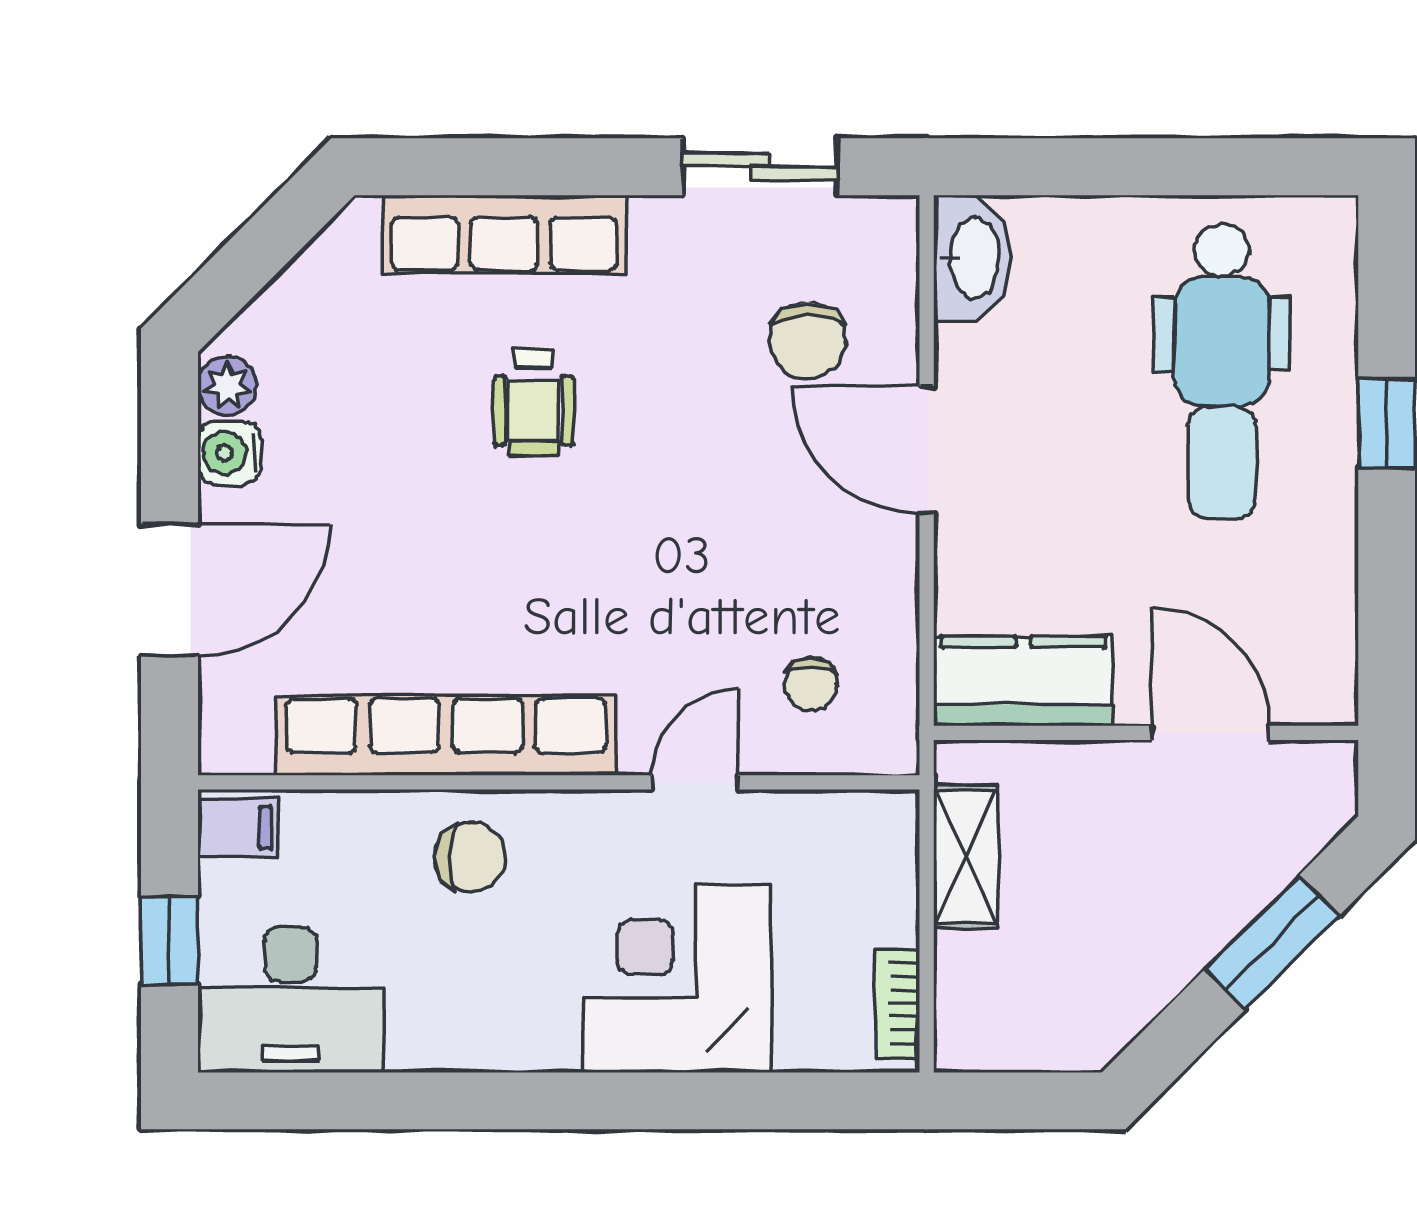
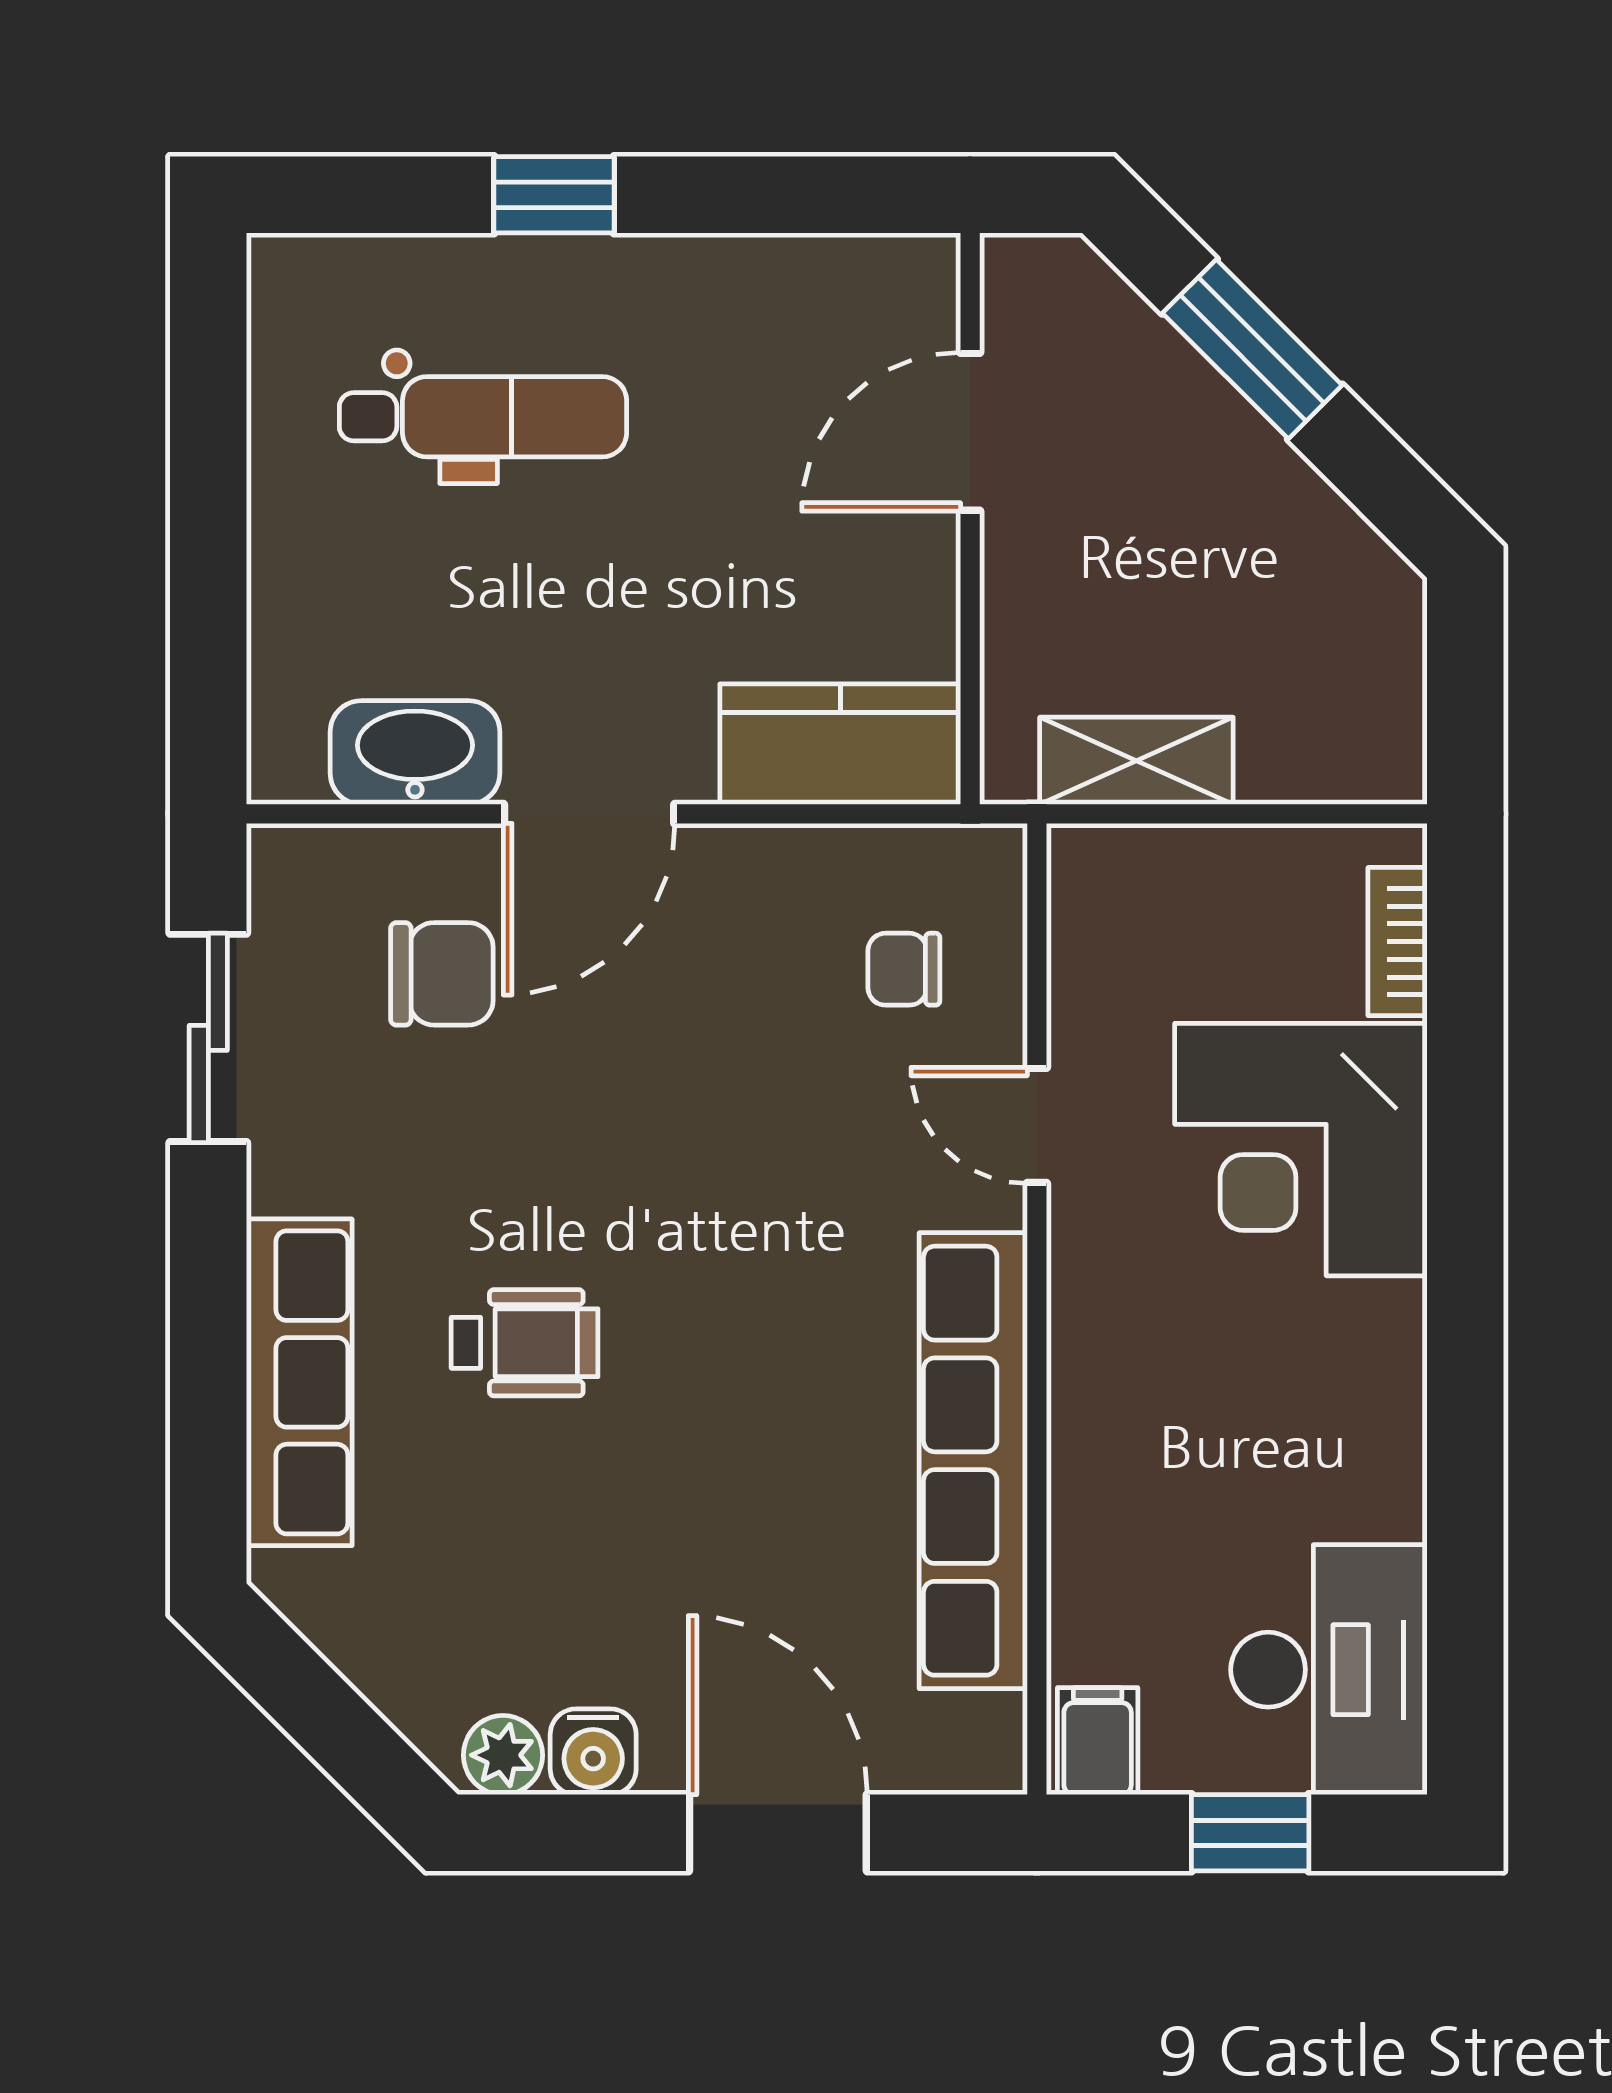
washbasin: (972, 258) -> (415, 752), moved
dental chair: (1222, 371) -> (483, 417), width x0.73, depth x0.72
kitchen counter: (1023, 681) -> (840, 744), moved, turned 90
chair: (811, 684) -> (904, 969), turned 180
chair: (470, 857) -> (1137, 1428), removed
bookcase: (898, 1003) -> (1398, 942), moved, turned 90

